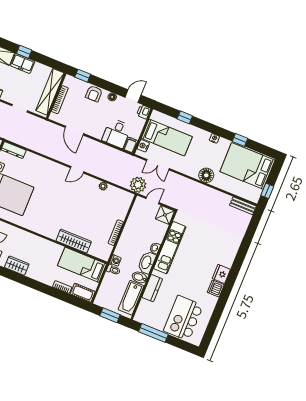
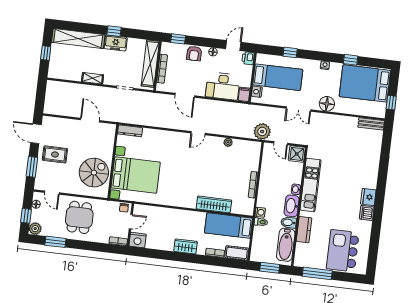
desk: (117, 133) -> (223, 86), width x1.37
double door: (158, 165) -> (299, 109), moved
door: (152, 201) -> (281, 143), swing flipped
wardrobe: (17, 266) -> (186, 246), moved

